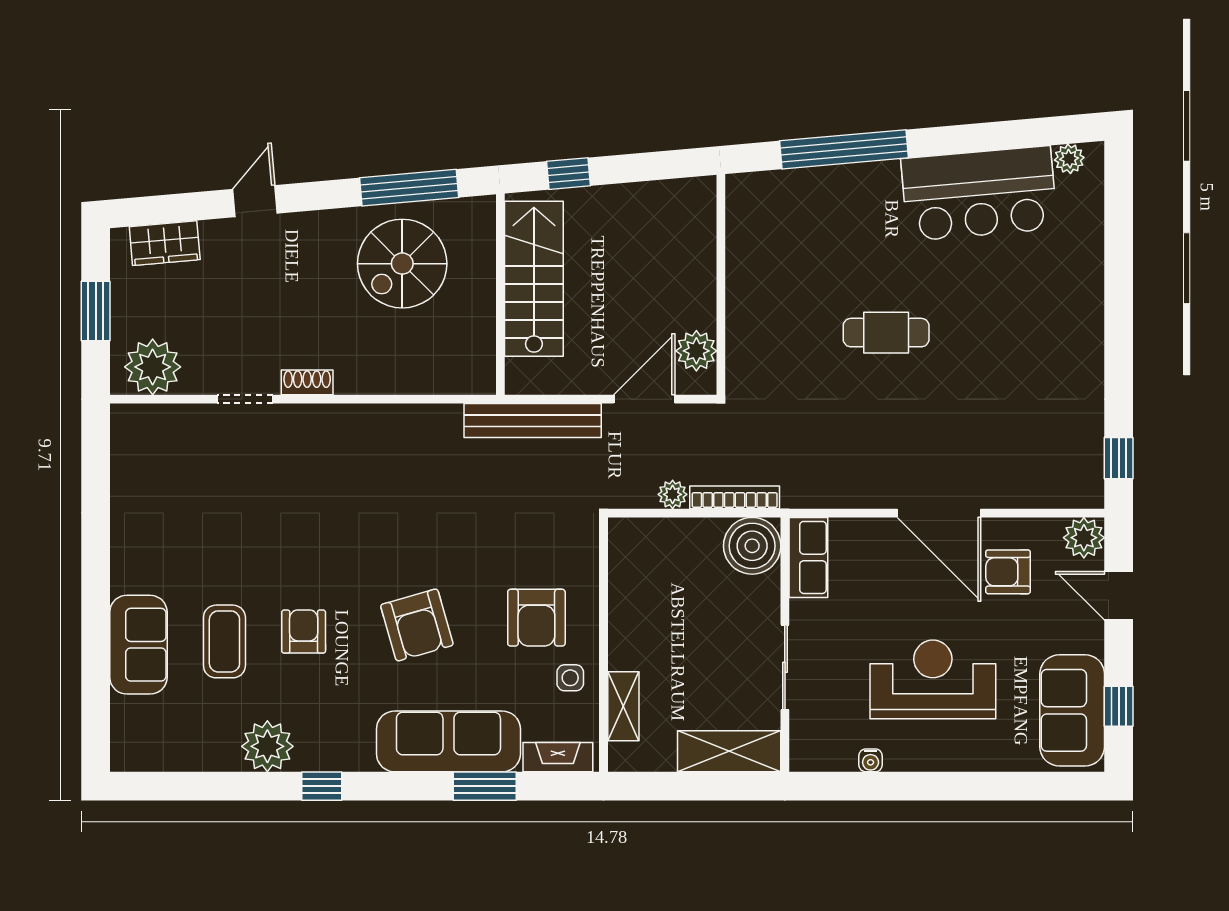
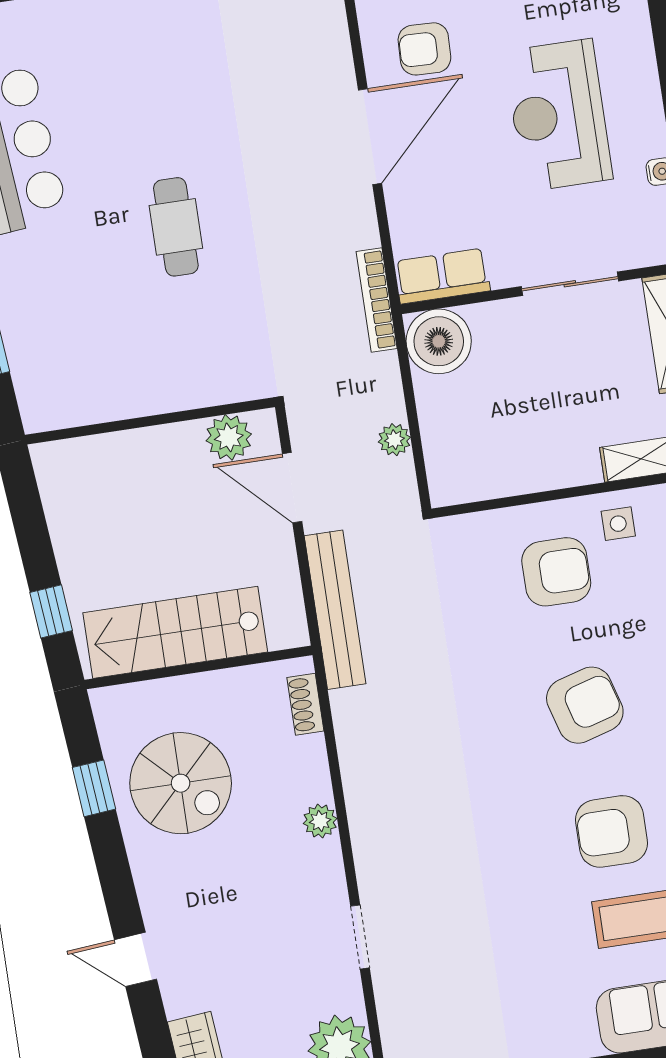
window: (409, 188) -> (94, 788), width x0.46
plant: (351, 380) -> (320, 821), added
shoe rack: (307, 382) -> (305, 704), moved
bookcase: (735, 497) -> (377, 300), moved
armchair: (1008, 572) -> (424, 49), turned 92
armchair: (304, 632) -> (611, 831), width x1.38, depth x1.38

